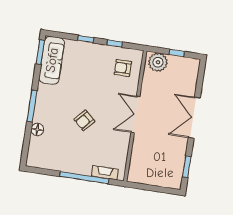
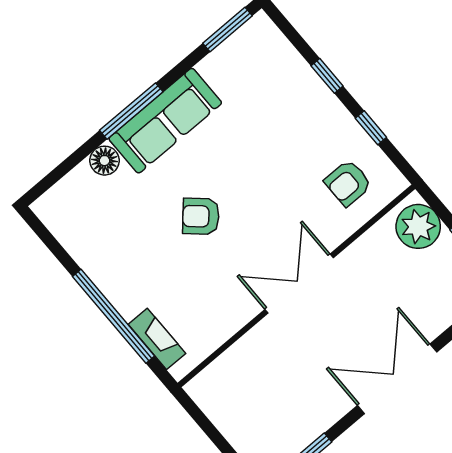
sofa: (52, 60) -> (165, 121), moved
armchair: (123, 68) -> (348, 183), turned -90

